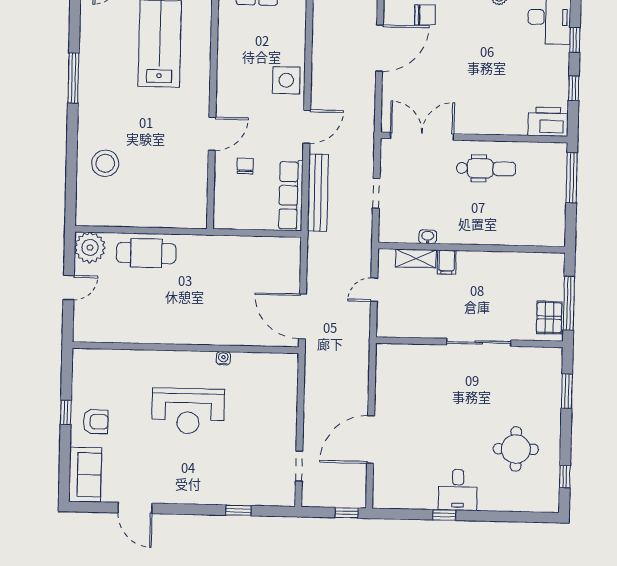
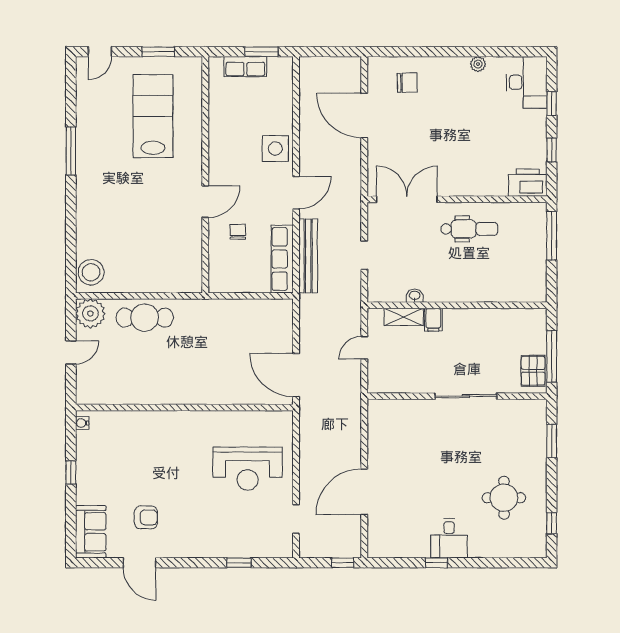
door: (380, 48) -> (364, 116), swing flipped
stool: (105, 163) -> (91, 272), moved
water cooler: (223, 358) -> (82, 423), moved, turned -90
reception desk: (188, 411) -> (248, 469), moved
armchair: (96, 422) -> (146, 517), moved

